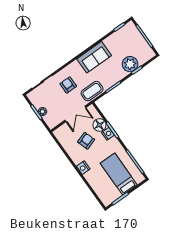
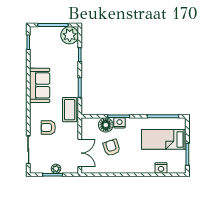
plant: (130, 64) -> (70, 35), moved
double door: (75, 114) -> (80, 153), moved
nightstand: (83, 168) -> (161, 168), moved

